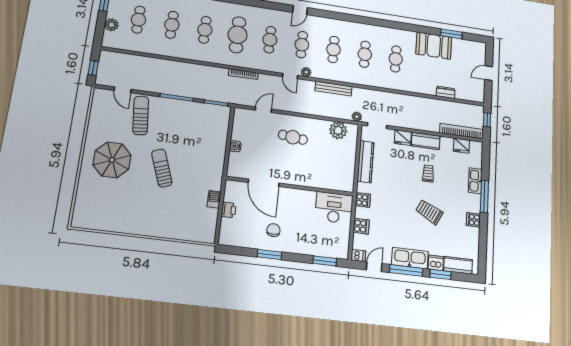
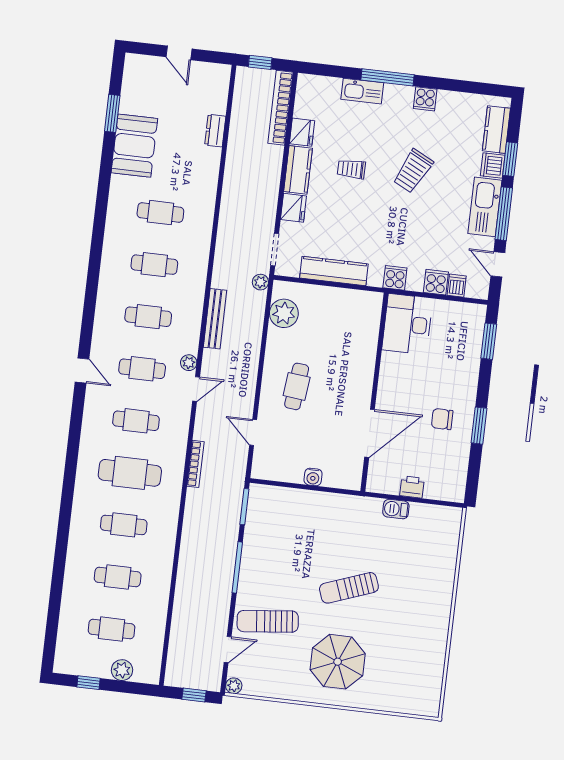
plant: (98, 93) -> (234, 686), added
fridge: (461, 146) -> (302, 132), moved
dishwasher: (358, 255) -> (457, 286), moved

